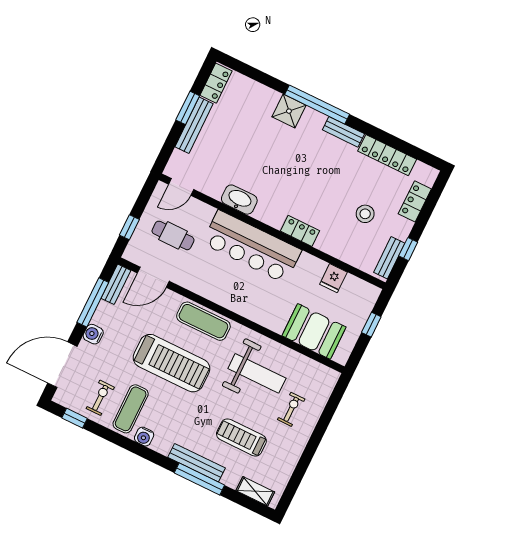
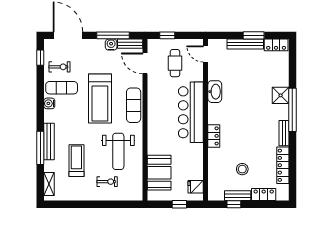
bench: (389, 258) -> (238, 196), moved
fridge: (333, 278) -> (196, 187), moved
water cooler: (93, 334) -> (111, 45), moved

